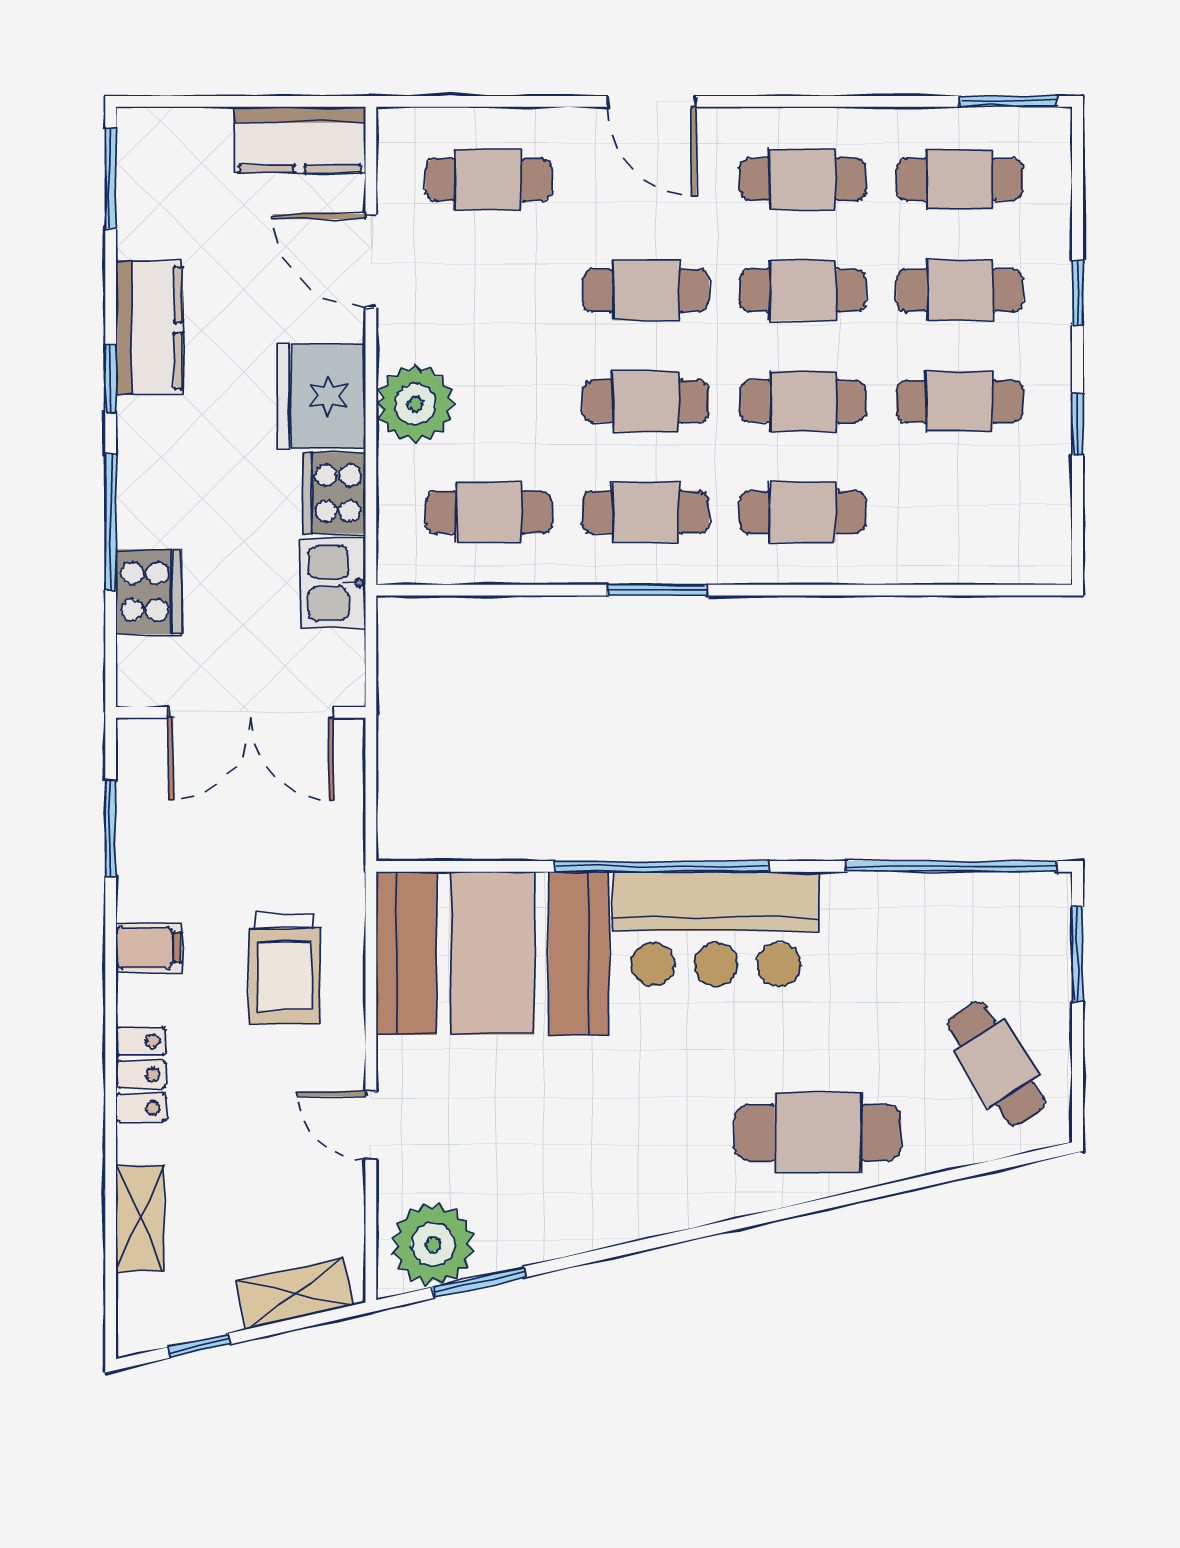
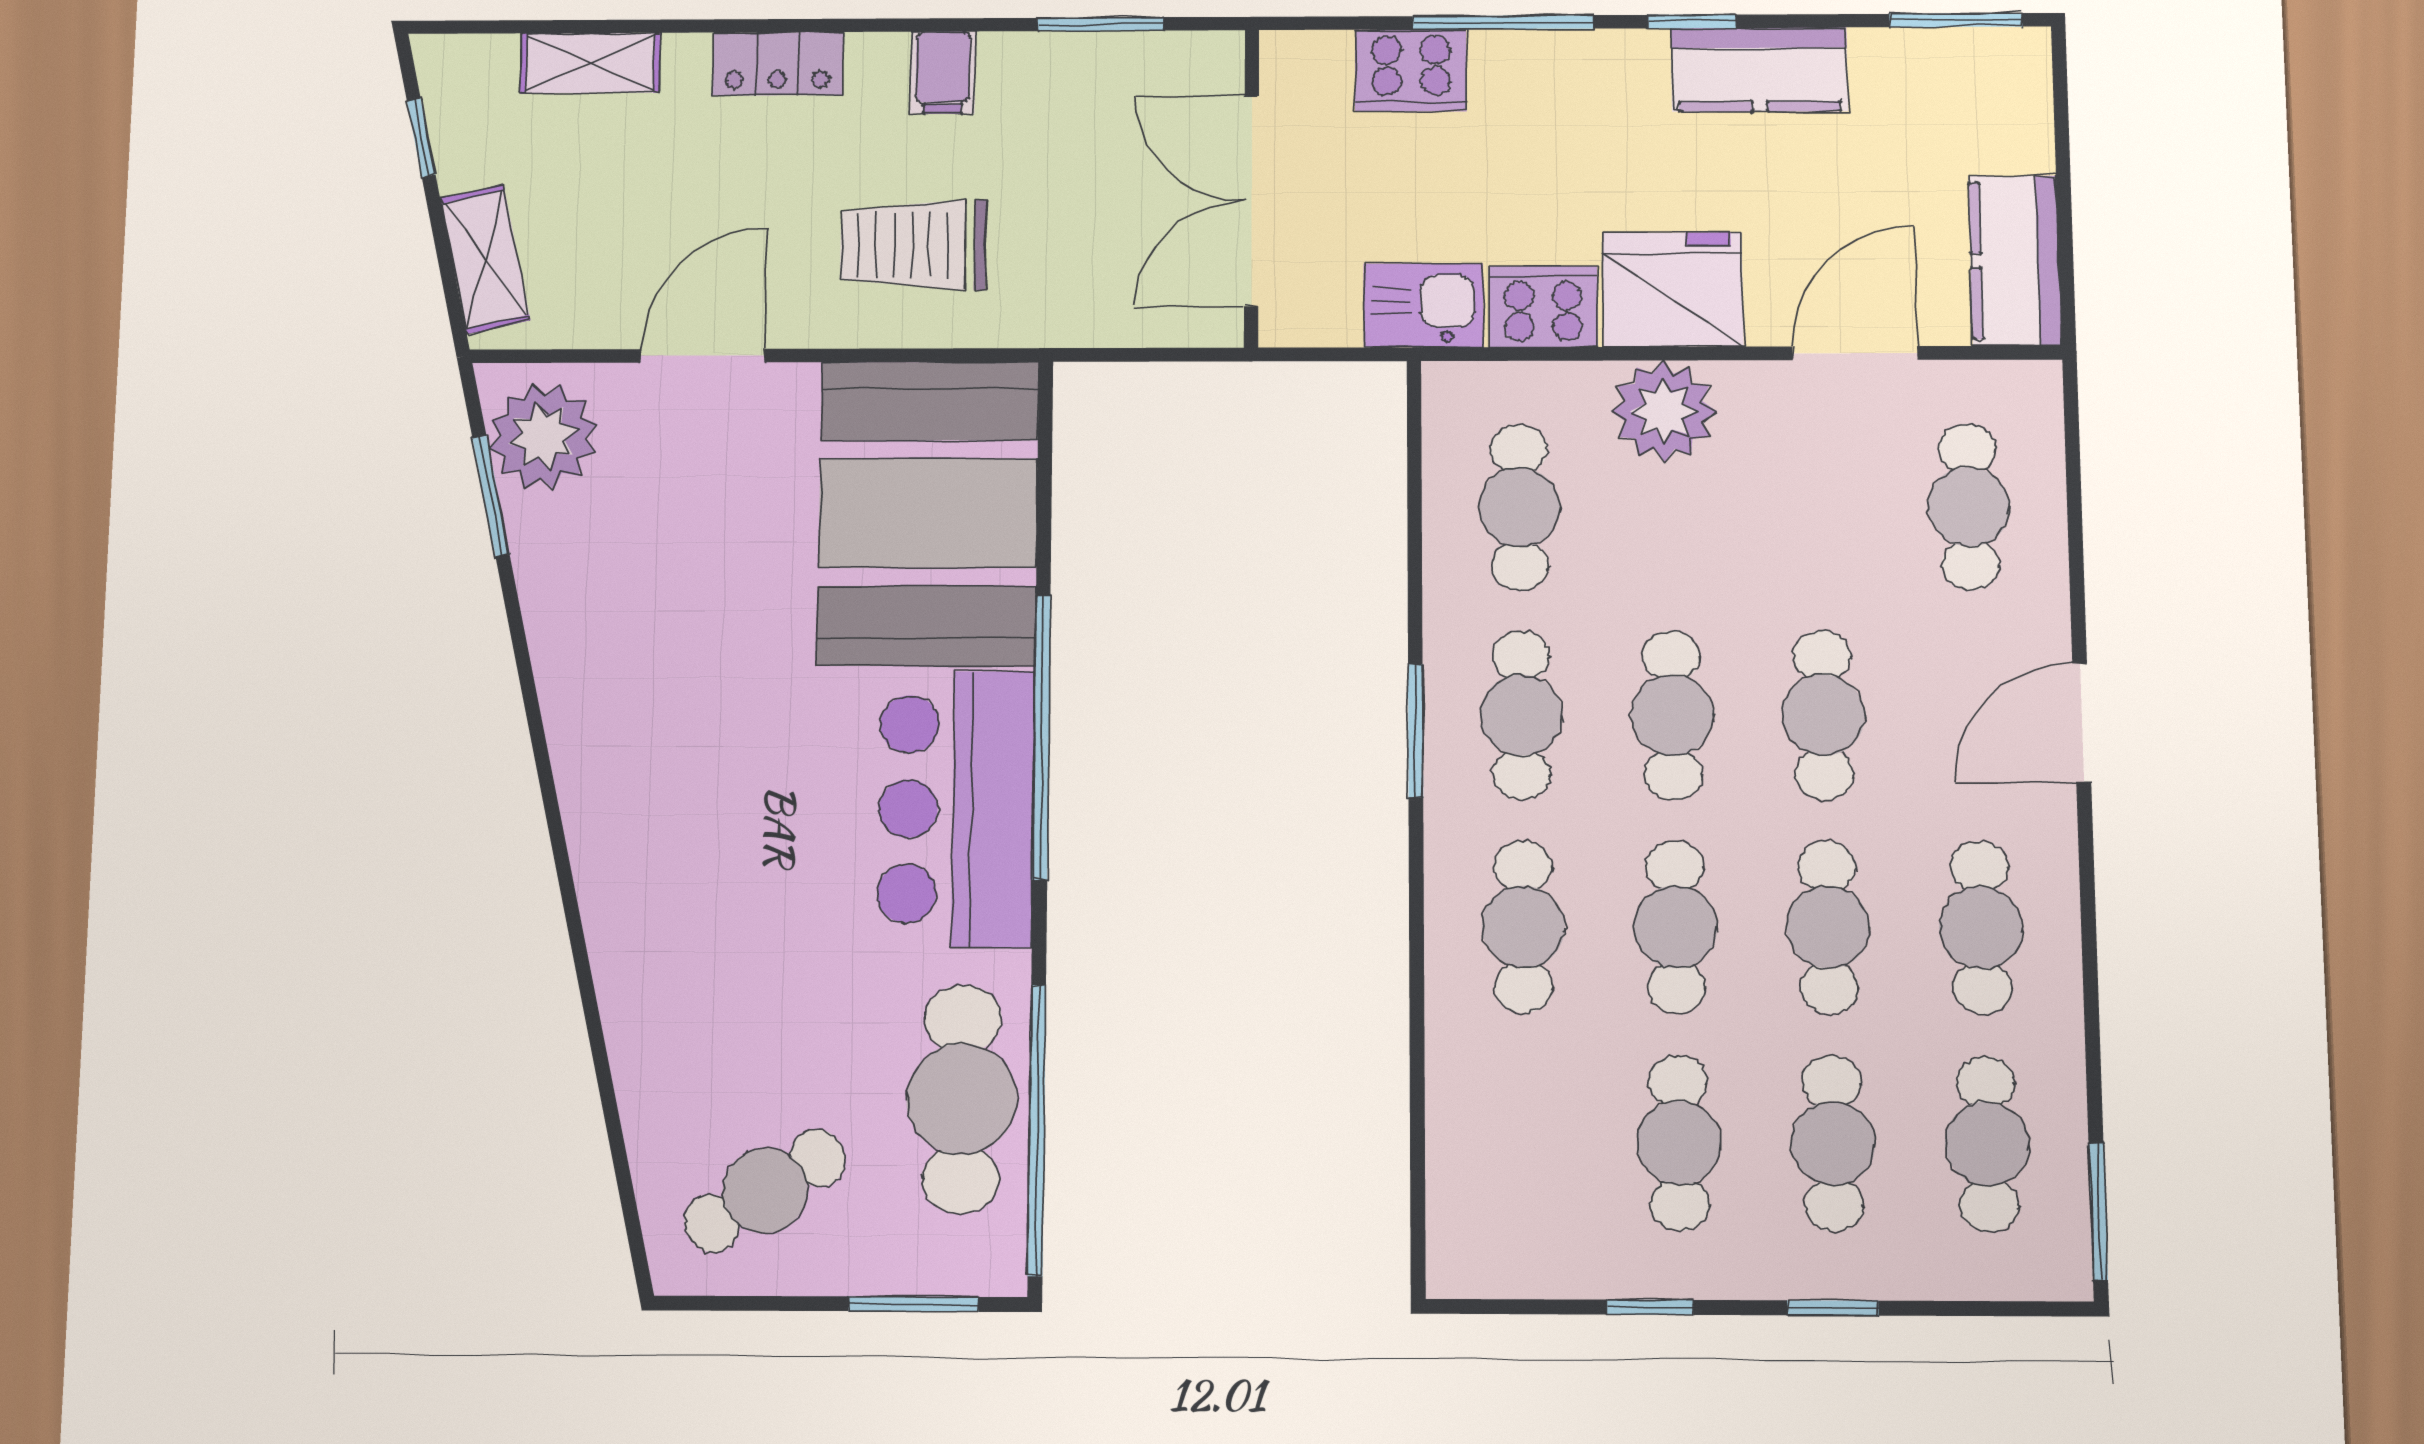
door: (371, 1126) -> (703, 356), width x1.38
cafe table: (818, 1133) -> (962, 1099), moved

